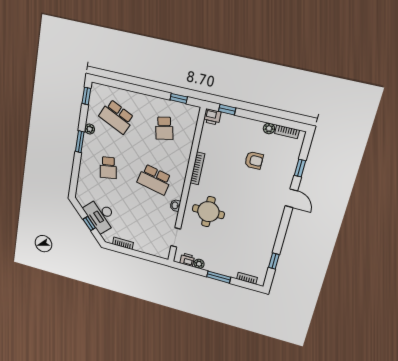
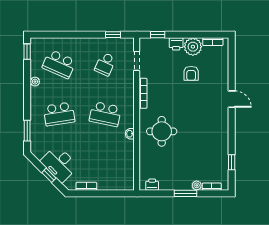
printer: (212, 117) -> (176, 44), moved
school desk: (164, 128) -> (105, 64), turned 36
plant: (269, 128) -> (193, 47), width x1.87, depth x1.87
window: (80, 142) -> (27, 131), moved
armchair: (254, 160) -> (191, 73), turned 90
school desk: (108, 168) -> (59, 114), width x1.85
window: (300, 168) -> (232, 70), removed
doorway: (176, 237) -> (137, 61), moved
plant: (199, 264) -> (197, 185), moved

